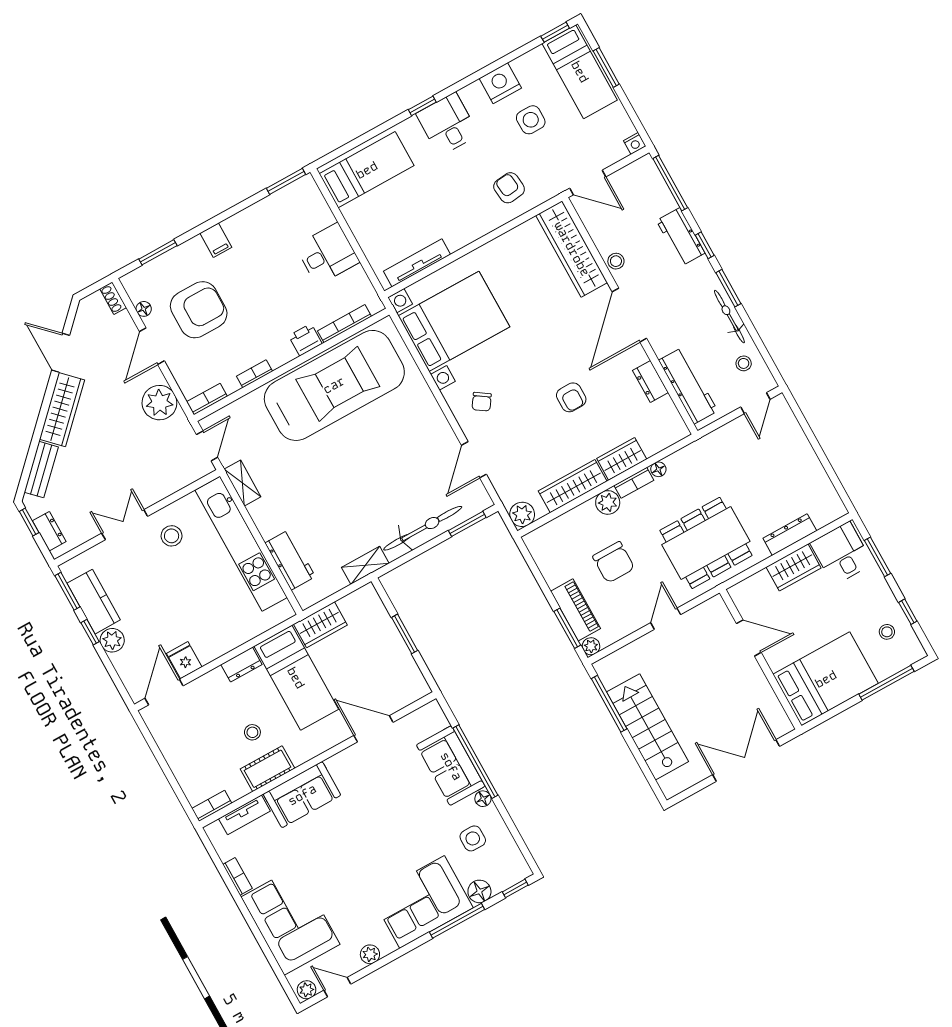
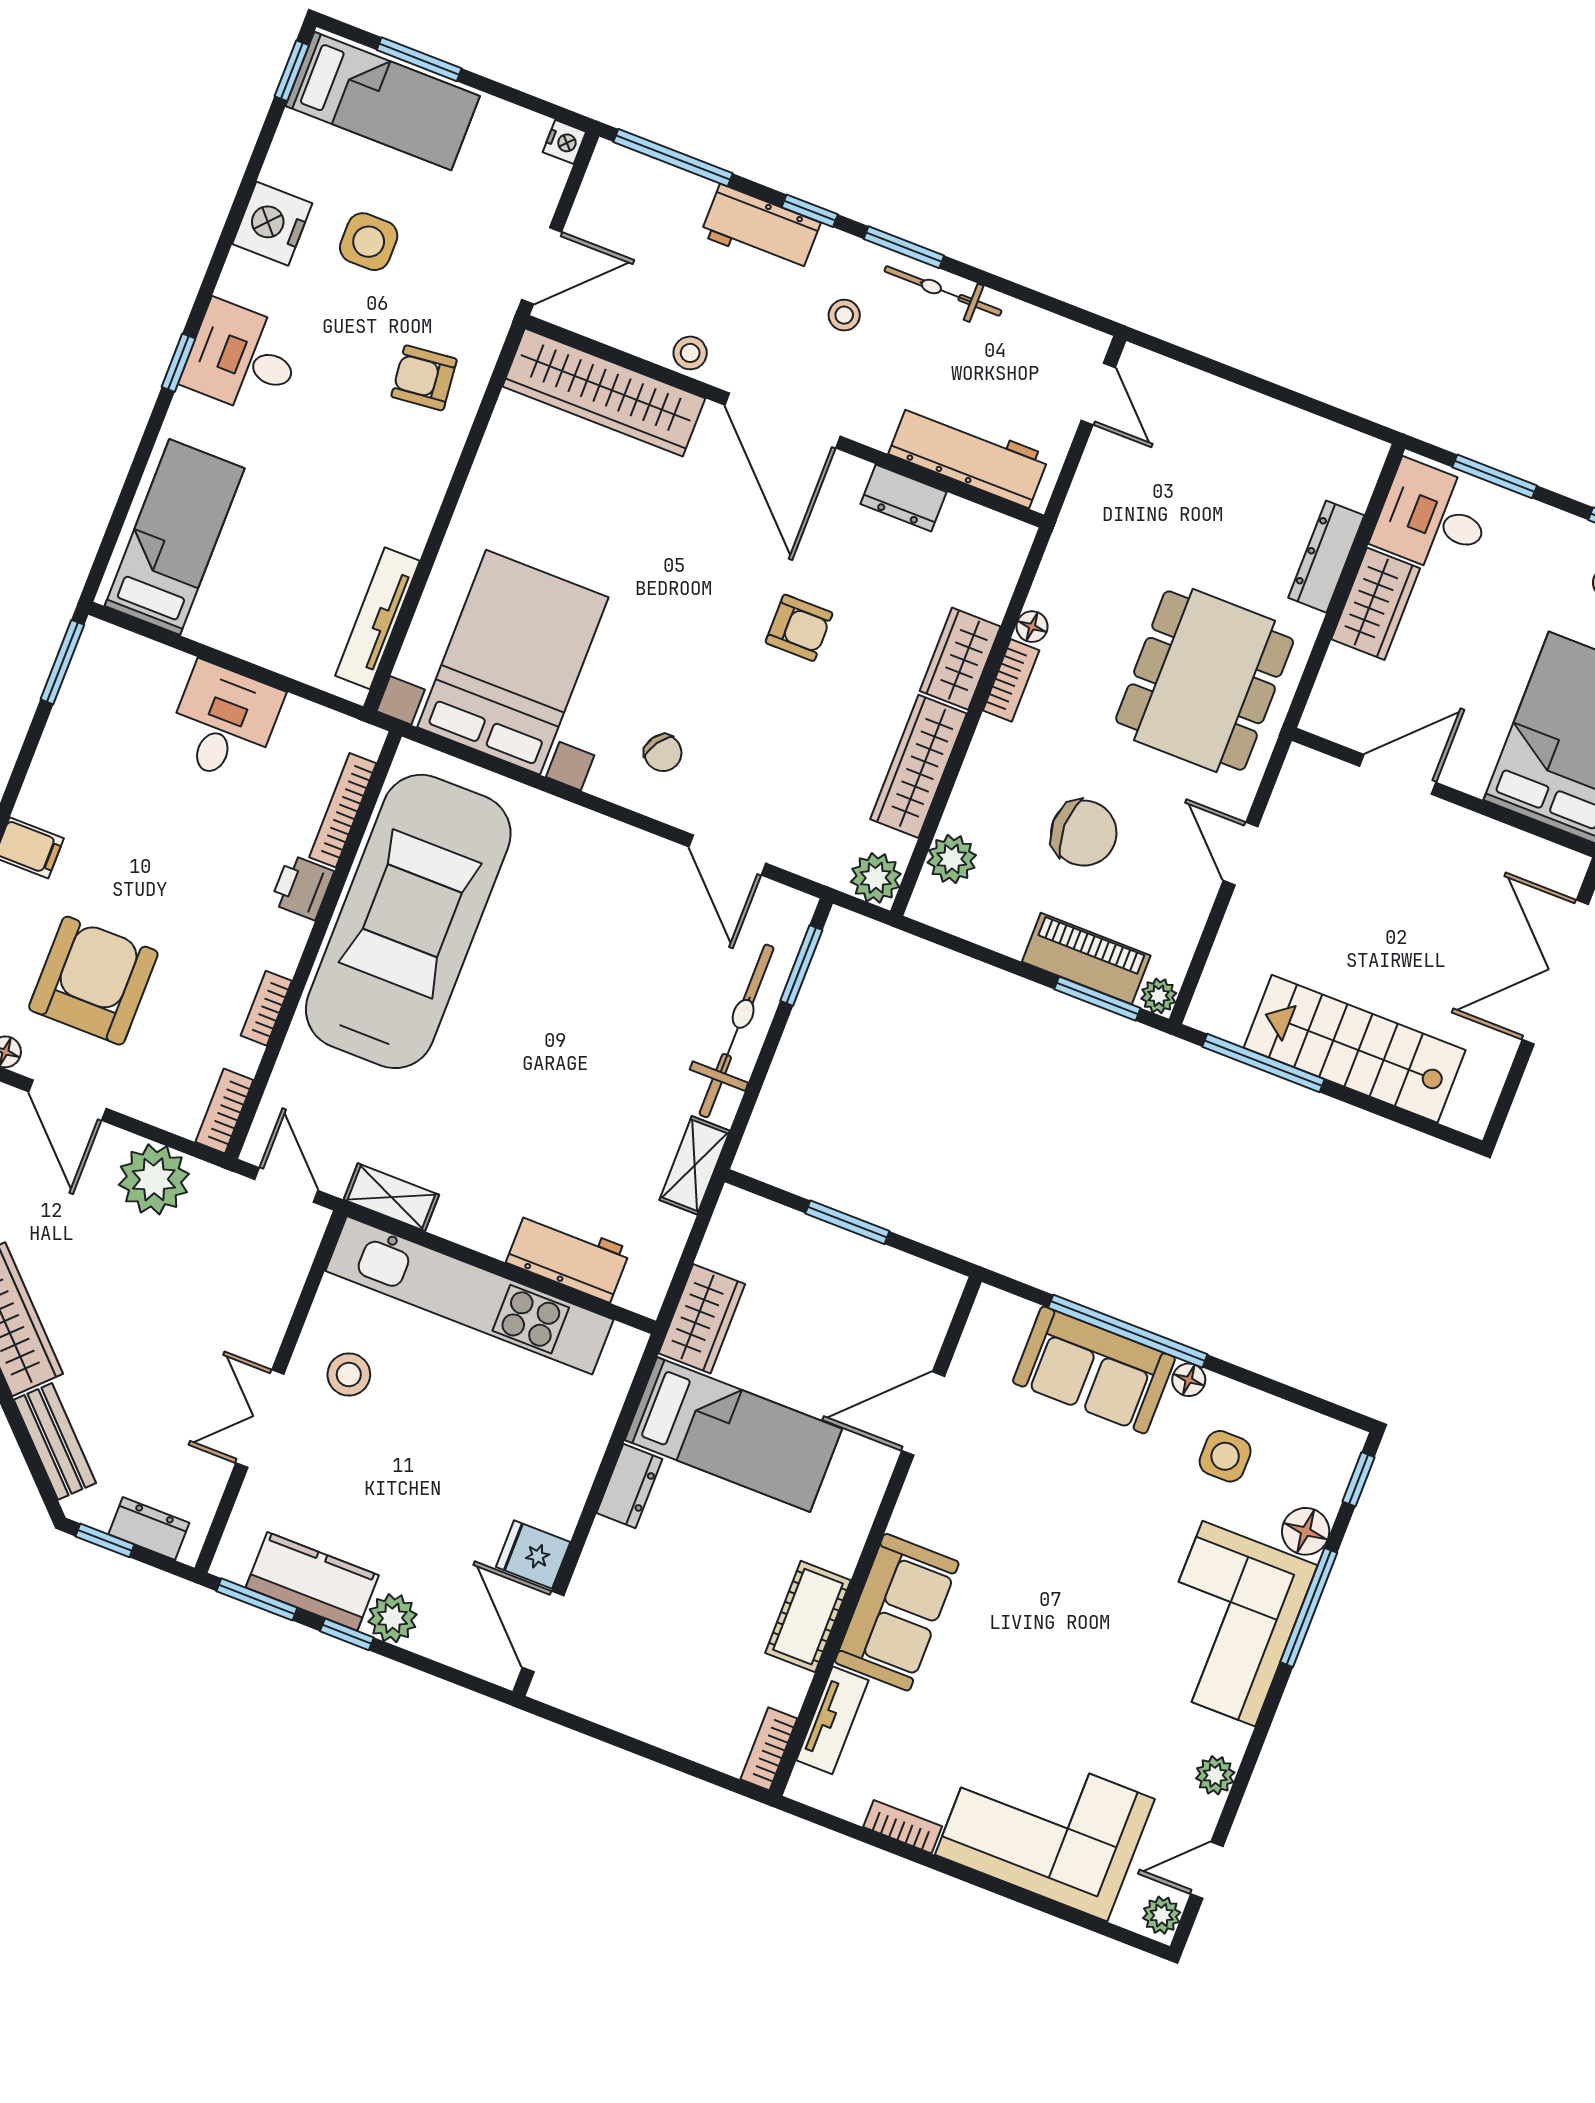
stool: (744, 363) -> (844, 315), moved
plant: (608, 502) -> (952, 859), moved
stool: (252, 732) -> (736, 1579), removed

